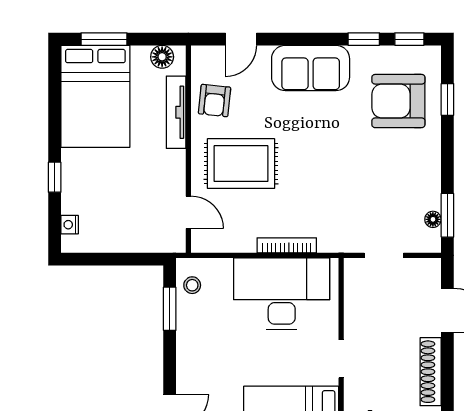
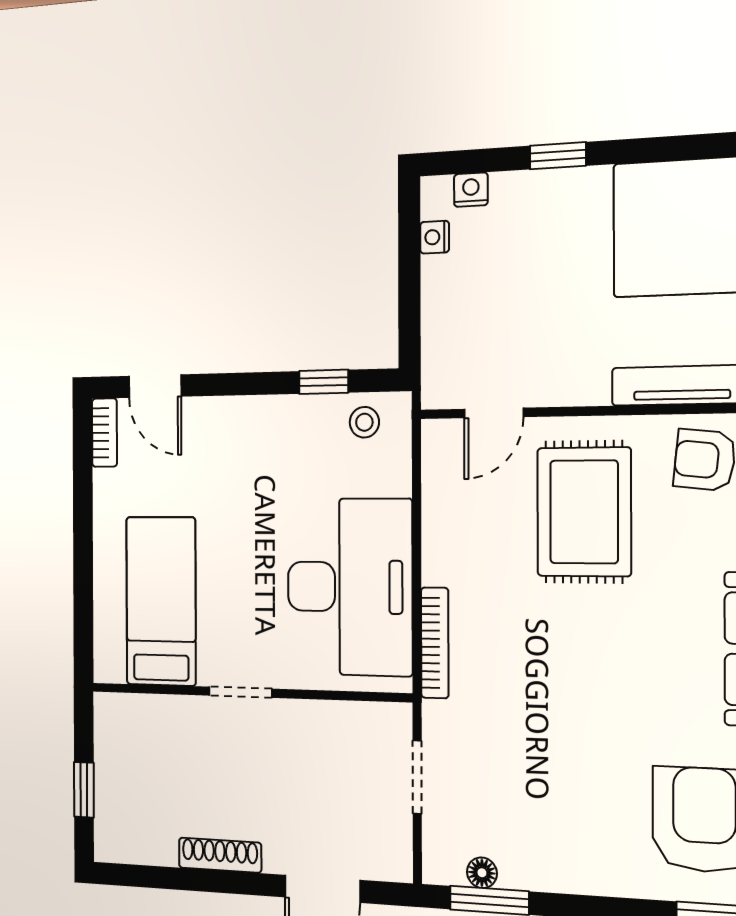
nightstand: (94, 245) -> (435, 237), added
bookcase: (287, 245) -> (435, 643), moved
window: (170, 309) -> (324, 382), width x0.67
shoe rack: (431, 372) -> (220, 855), width x0.74, depth x0.81

